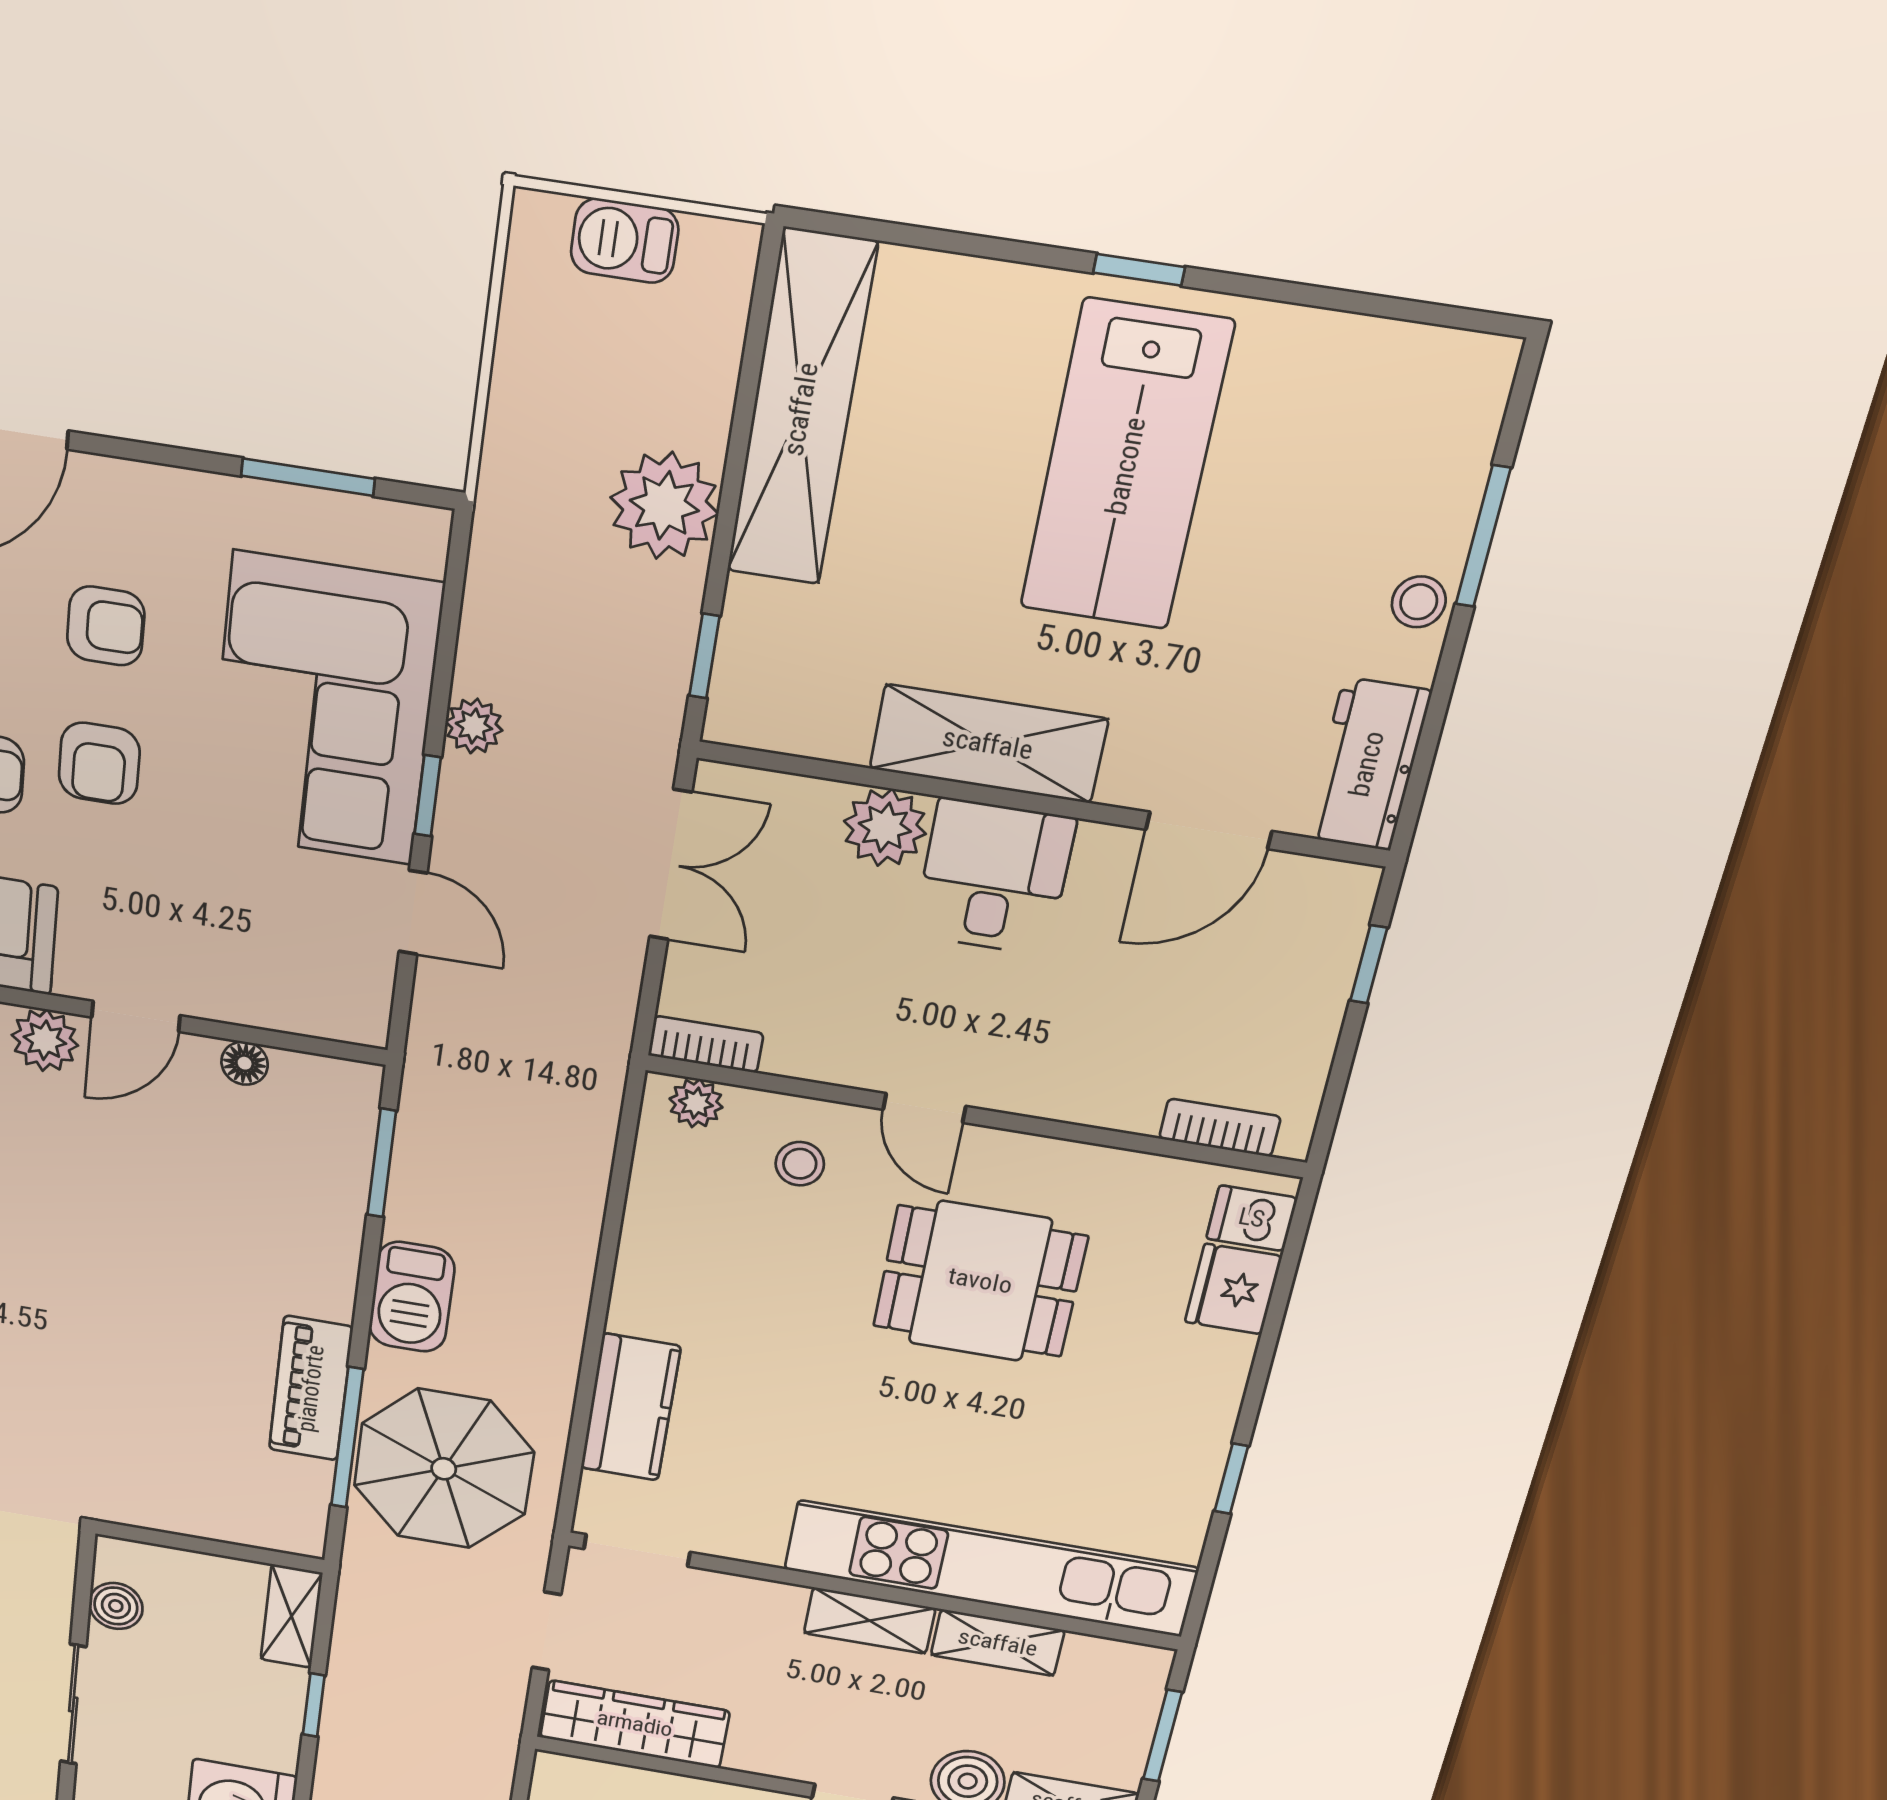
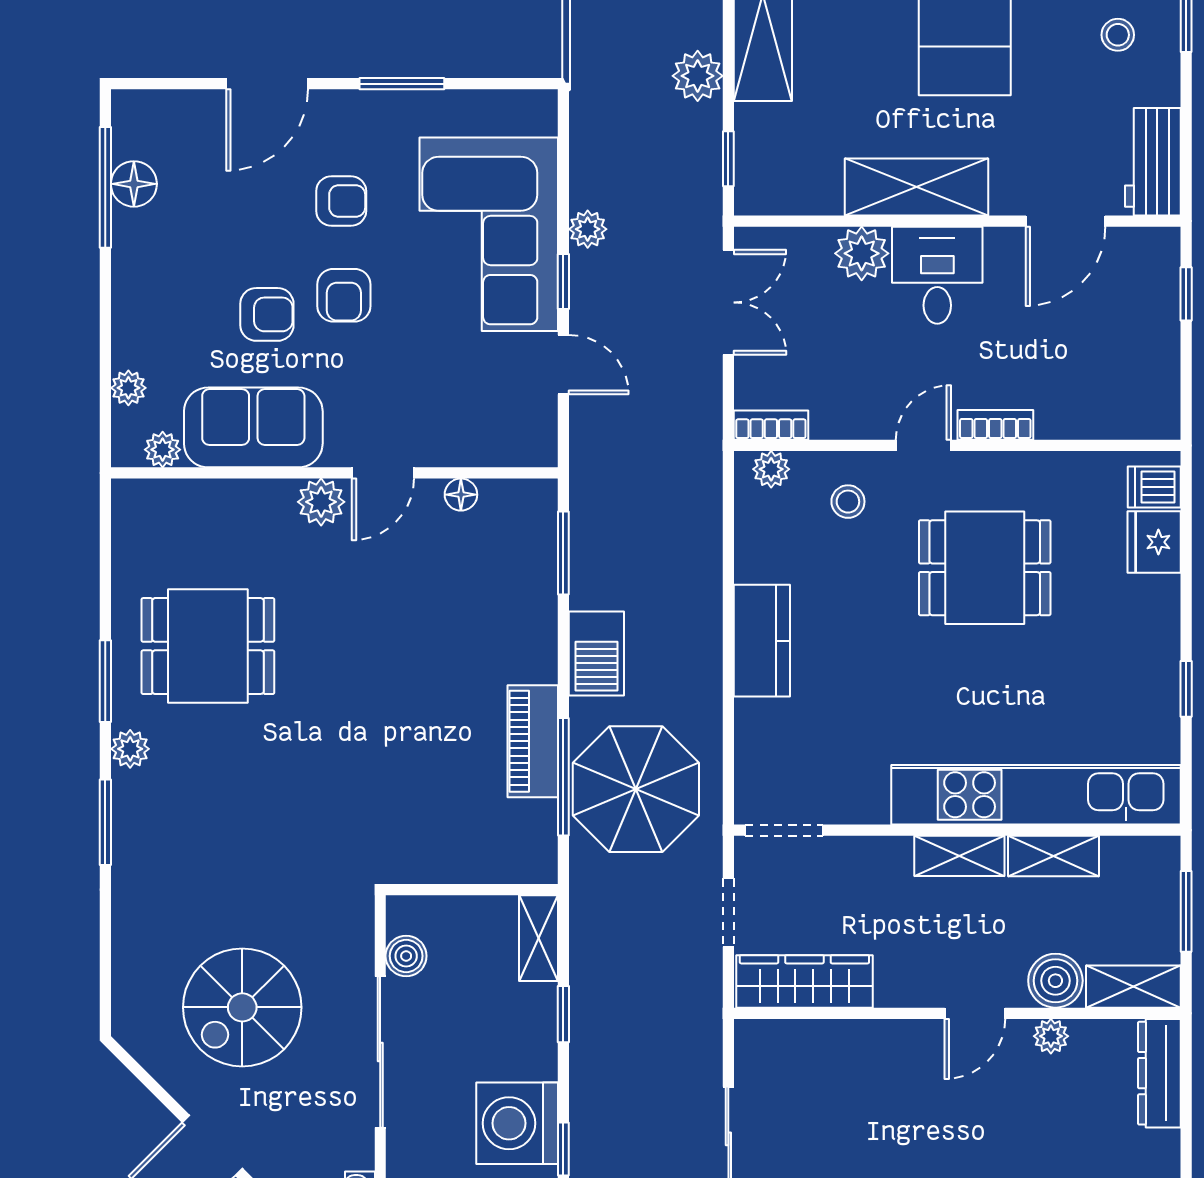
window: (308, 477) -> (402, 84), moved
plant: (664, 506) -> (698, 76), width x0.73, depth x0.73
stool: (1419, 602) -> (1118, 35), moved
door: (924, 1108) -> (923, 445), swing flipped
bookcase: (1220, 1128) -> (995, 425), moved
kitchen counter: (631, 1407) -> (762, 641), moved
sliding door: (73, 1704) -> (380, 1052), width x1.37

